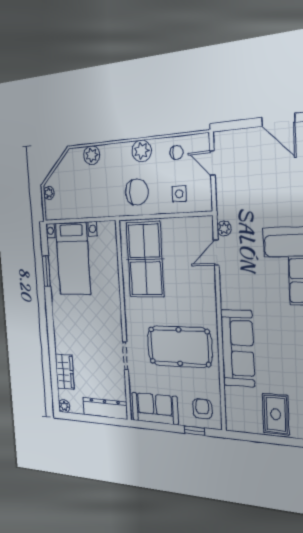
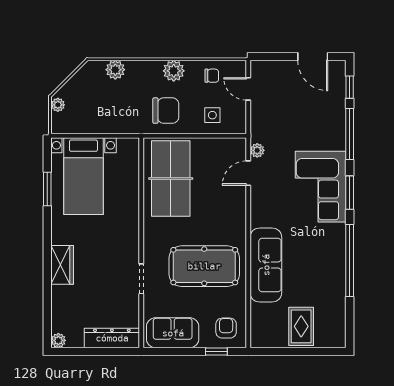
wardrobe: (65, 372) -> (62, 265), moved

